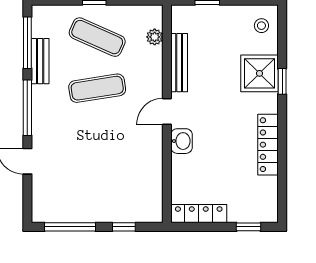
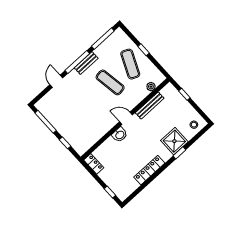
bench: (40, 61) -> (86, 63), moved
locker: (199, 214) -> (94, 164), width x0.66

